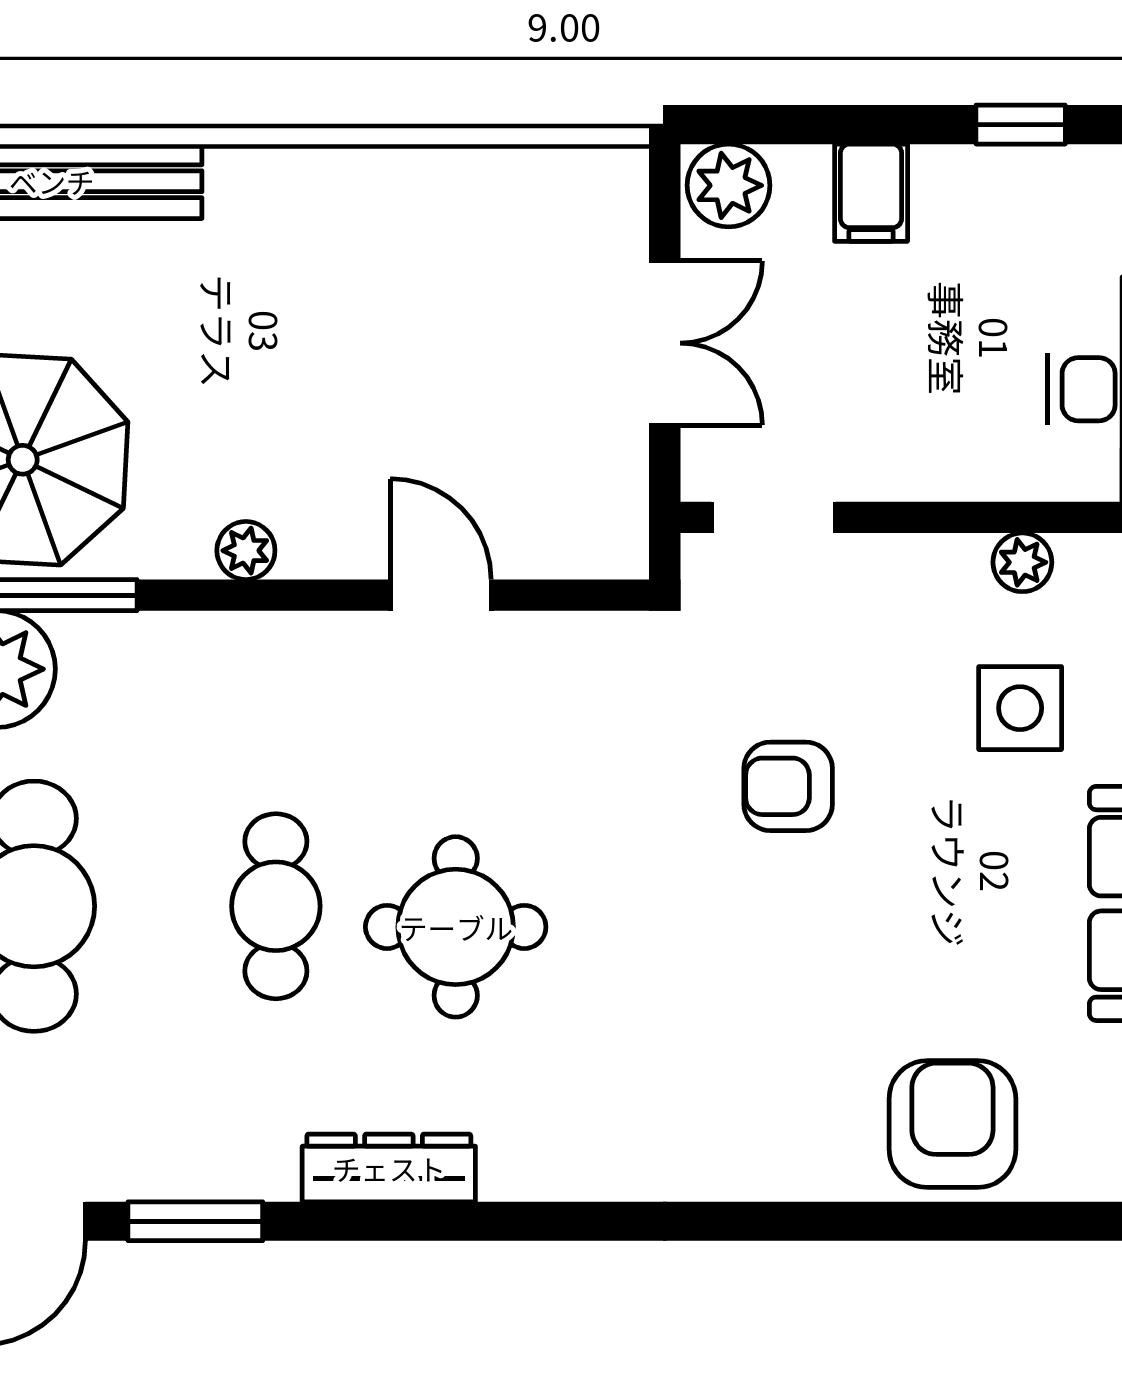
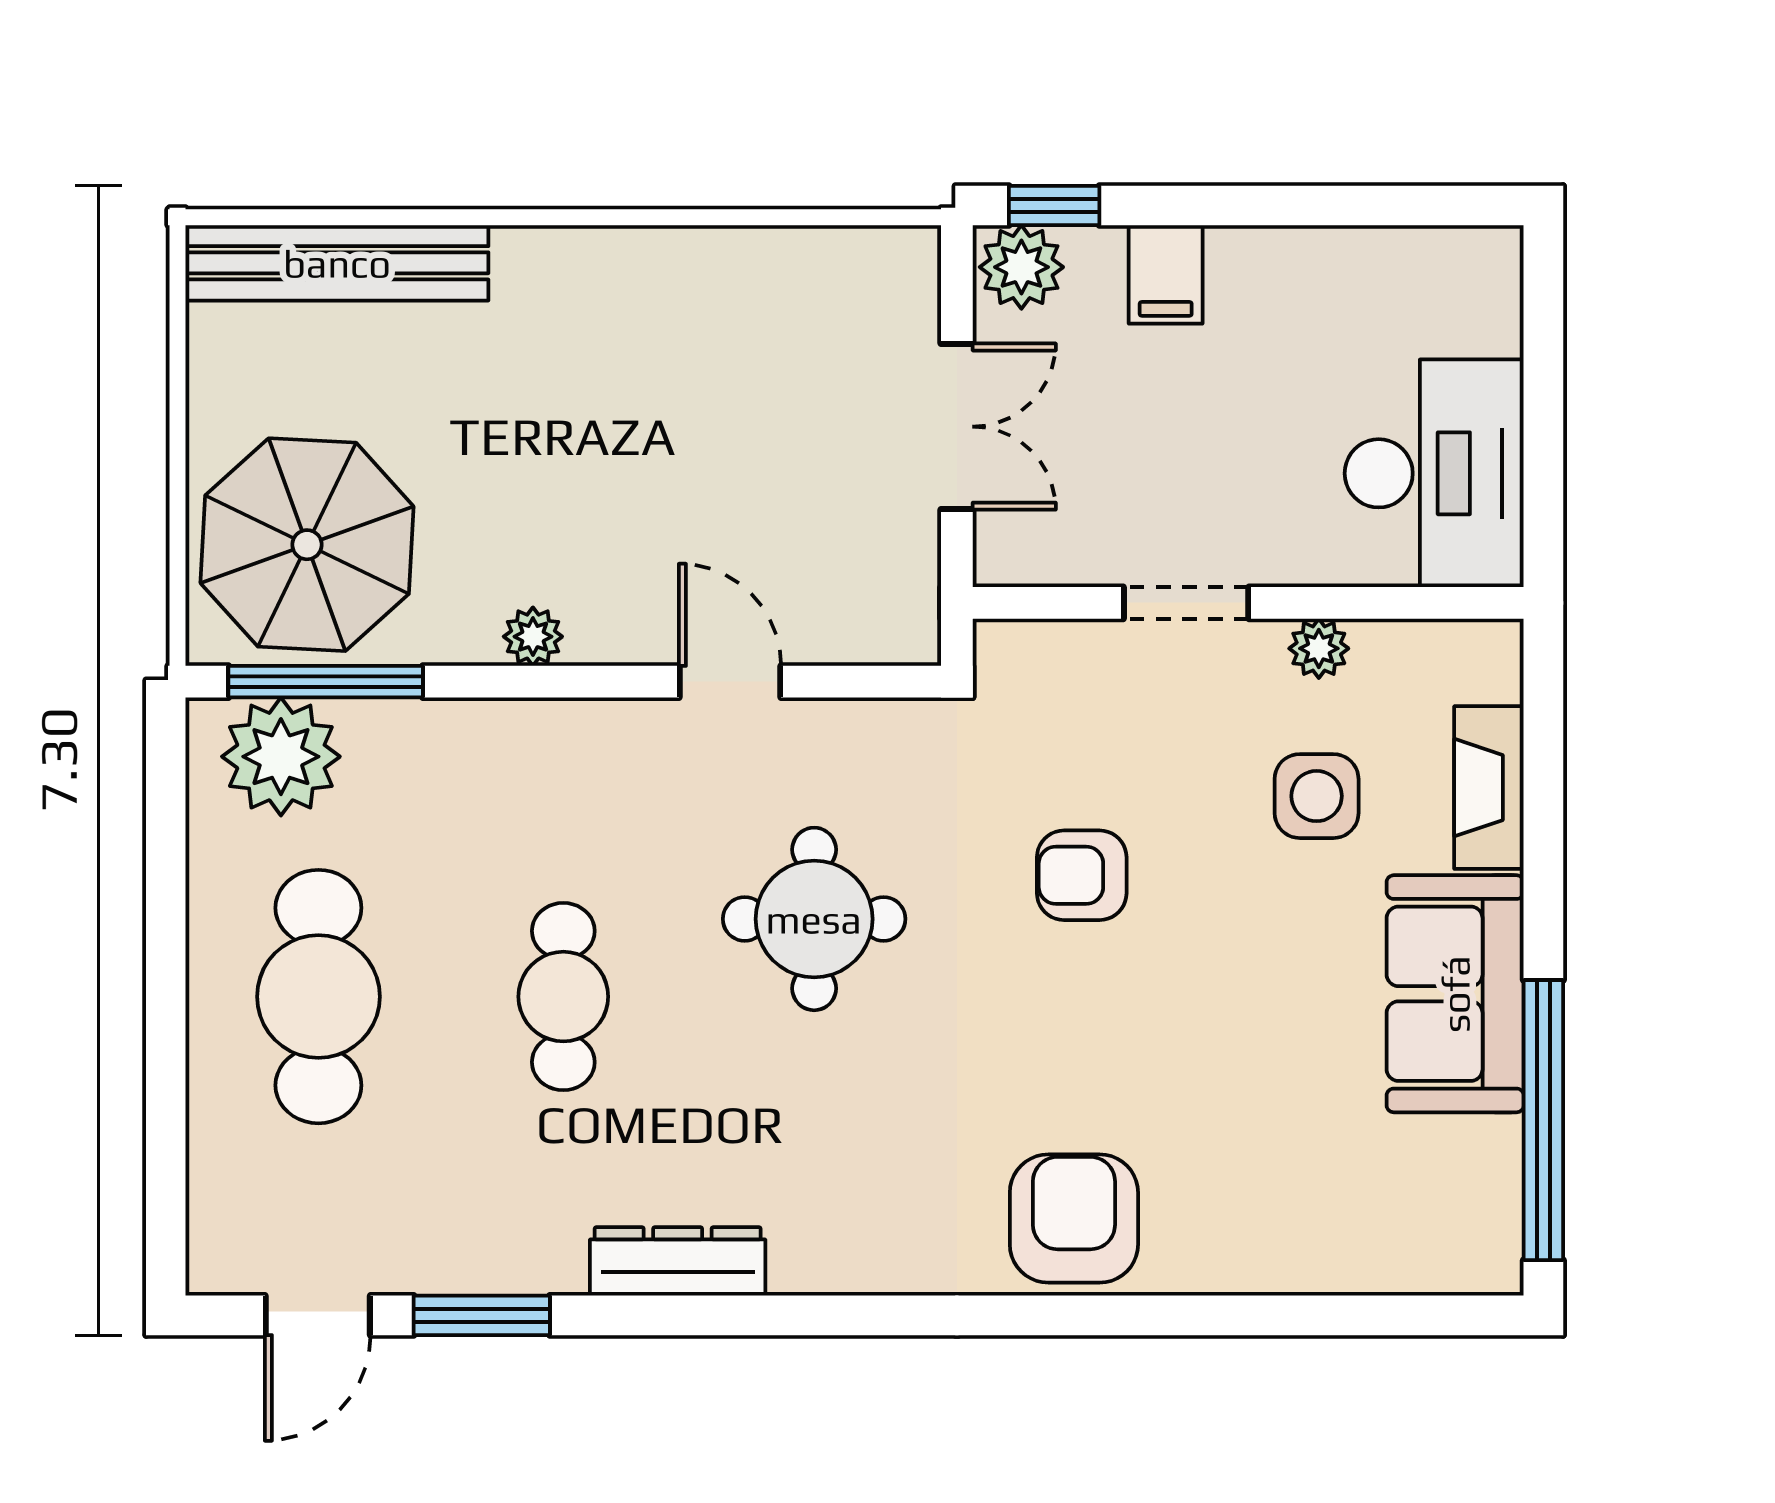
window: (1021, 125) -> (1054, 205), moved
doorway: (774, 517) -> (1186, 603), moved
round table: (456, 927) -> (814, 919), moved
armchair: (952, 1124) -> (1074, 1218), moved

